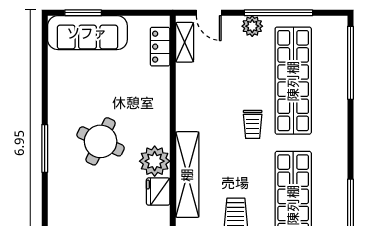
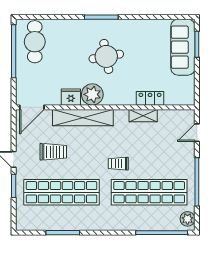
plant: (252, 26) -> (188, 219), moved
shelving: (185, 42) -> (143, 116), moved
locker: (160, 47) -> (150, 98), moved
round table: (101, 141) -> (106, 56), turned -35

